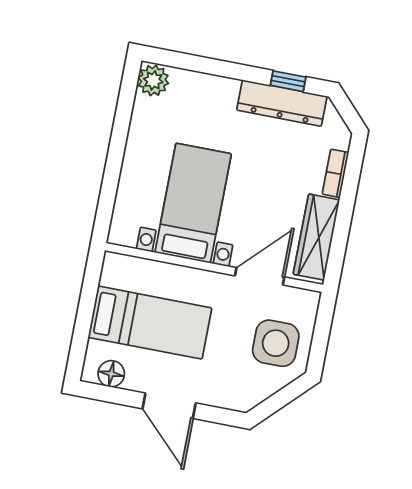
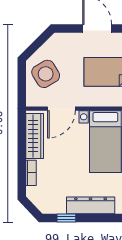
dresser: (282, 103) -> (91, 205), moved
side table: (276, 343) -> (46, 74), turned -31

